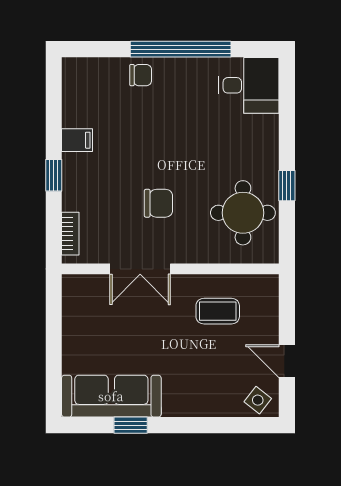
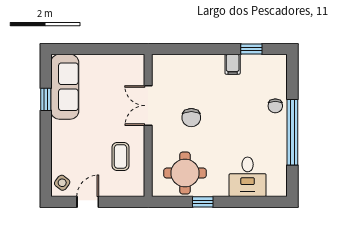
desk: (249, 85) -> (248, 177), moved
window: (54, 175) -> (251, 49), moved
bookcase: (70, 234) -> (171, 60), removed

